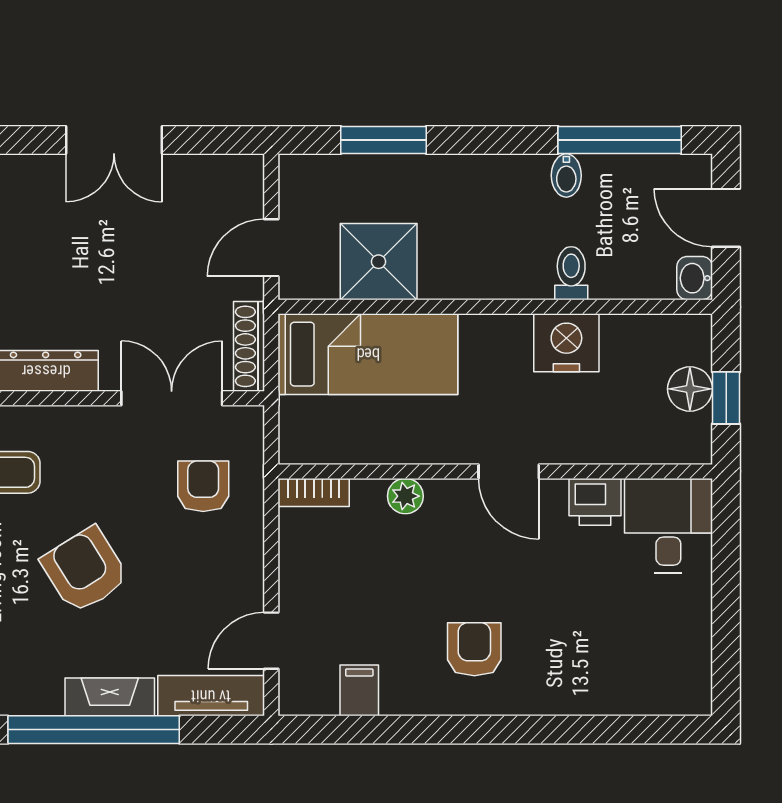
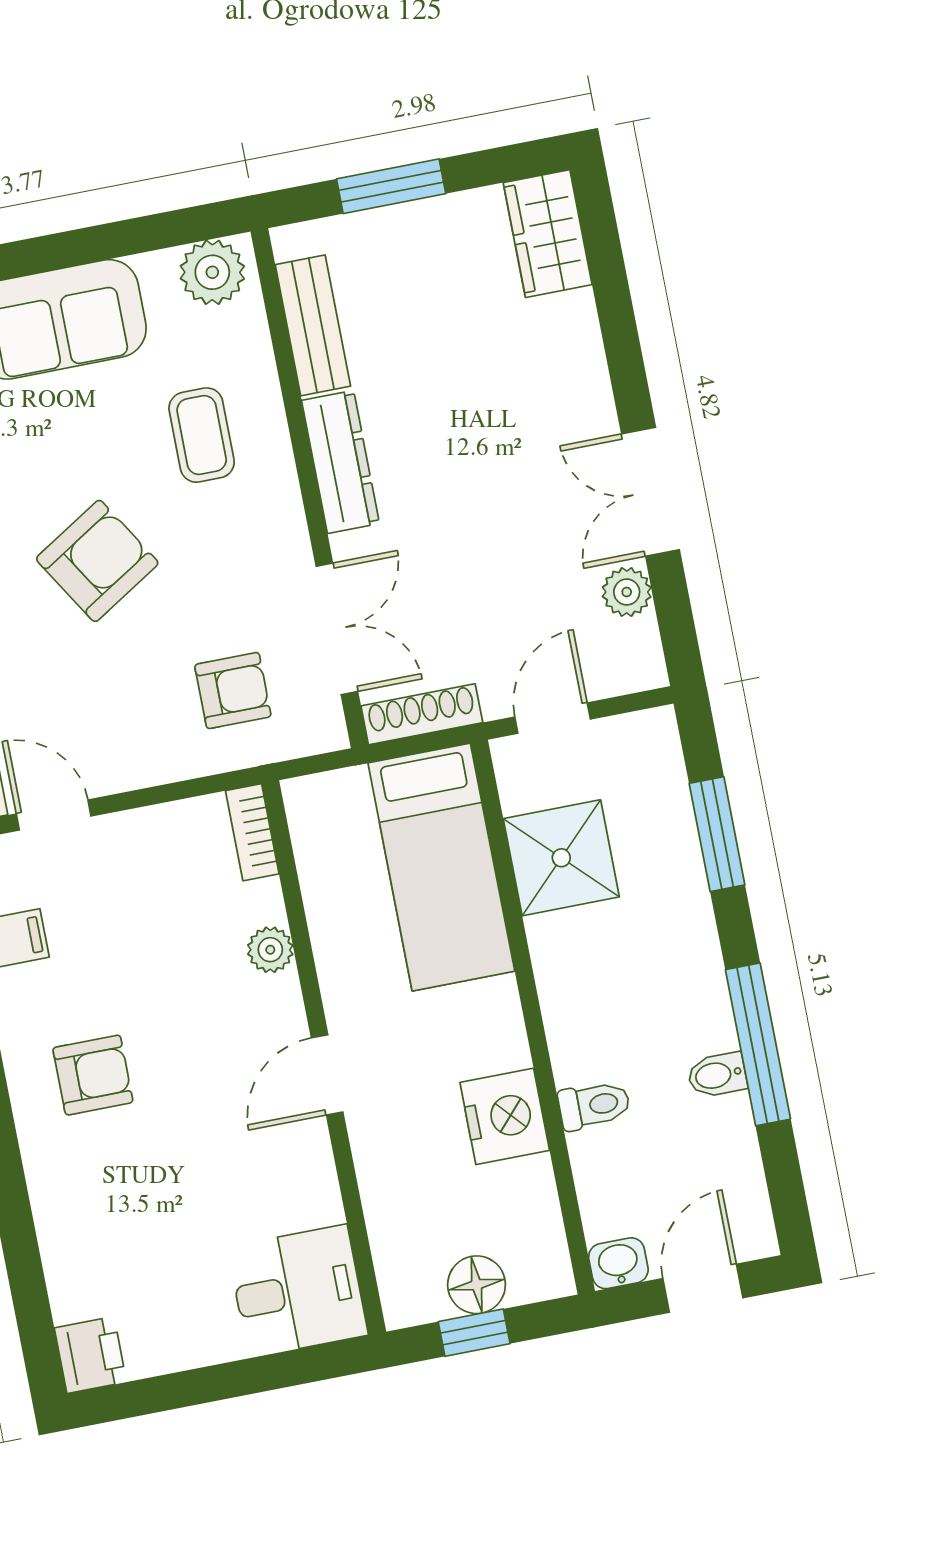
window: (620, 140) -> (758, 1044), moved
plant: (186, 173) -> (627, 592), added
door: (271, 248) -> (553, 718), hinge flipped
printer: (595, 502) -> (90, 1355), moved, turned 180

